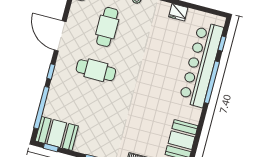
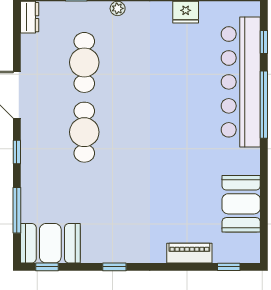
cafe table: (96, 70) -> (84, 132), turned 90
window: (41, 108) -> (17, 210), width x0.68

